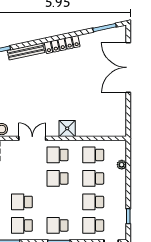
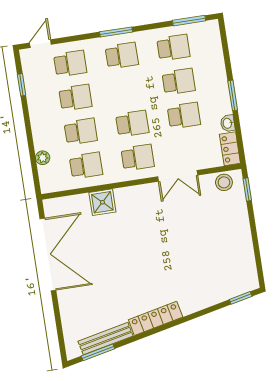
bench: (26, 51) -> (106, 339), moved
double door: (128, 67) -> (48, 255), moved
shower: (67, 128) -> (102, 202), moved
school desk: (22, 178) -> (184, 116), added

